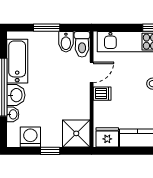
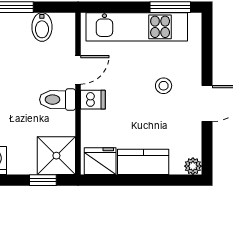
toilet: (82, 44) -> (58, 100), moved, turned 90
window: (50, 151) -> (43, 180), moved

